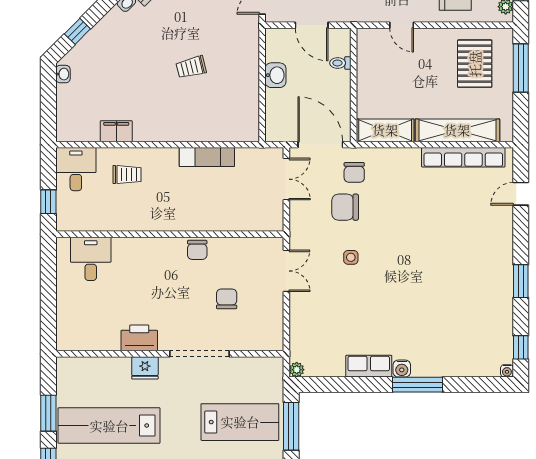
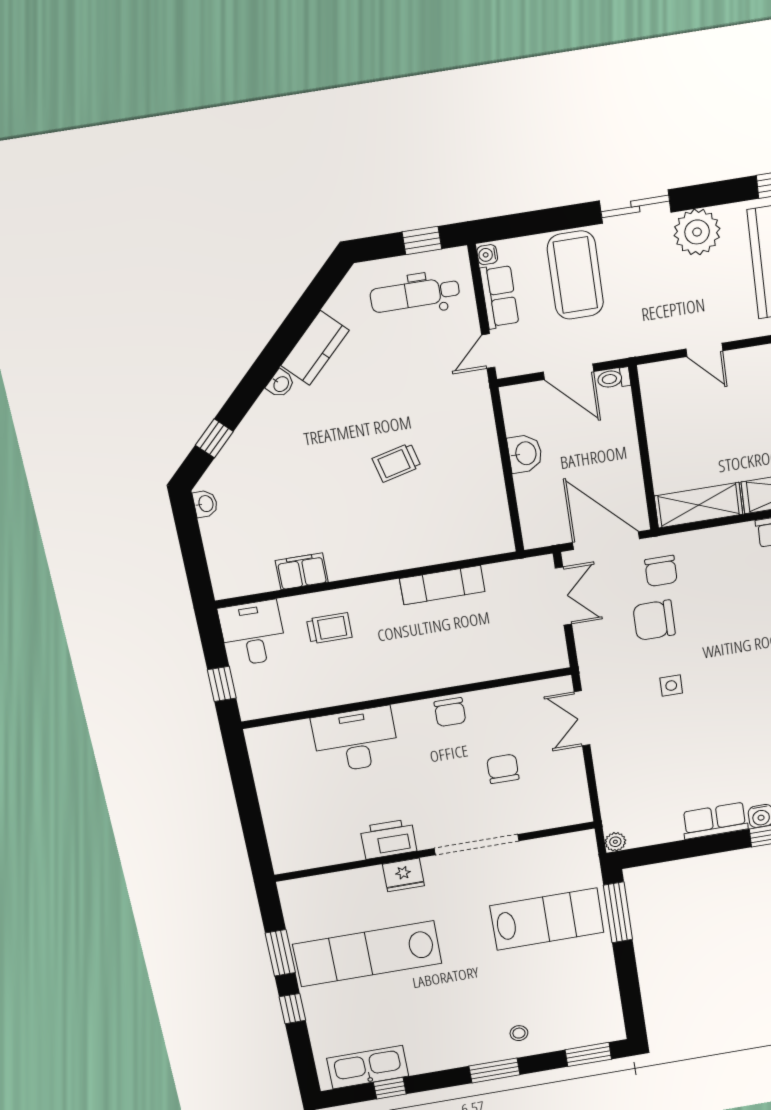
toilet: (340, 63) -> (614, 378), moved
desk: (91, 259) -> (355, 740), moved, width x1.37
double door: (286, 271) -> (582, 718), swing flipped

